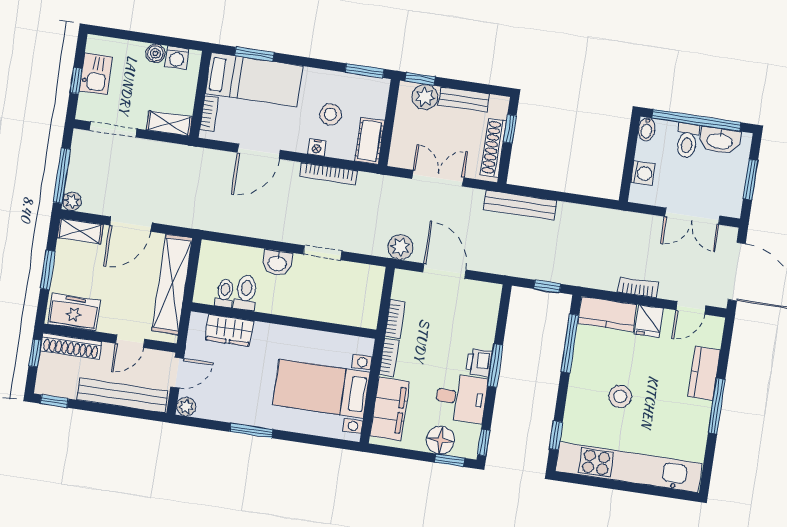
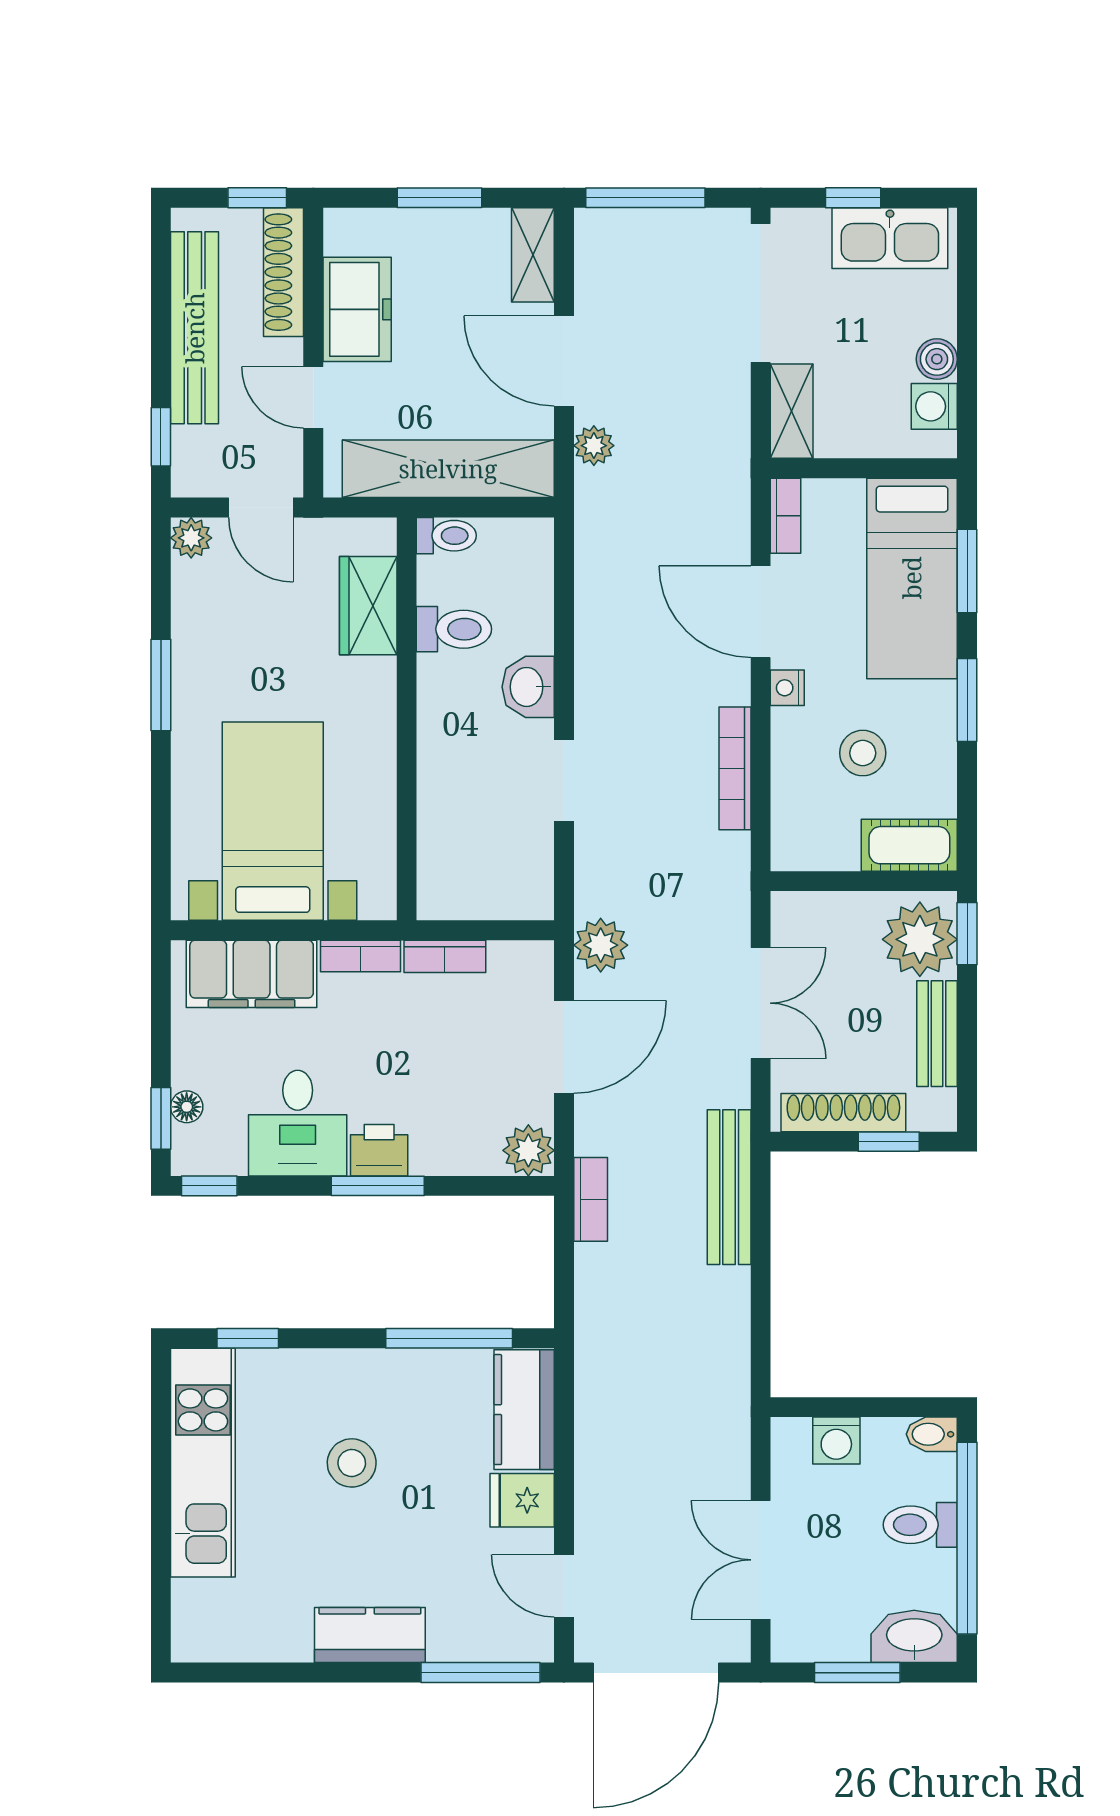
window: (365, 71) -> (967, 700), moved
kitchen sink: (96, 74) -> (890, 238), width x1.38
plant: (425, 97) -> (920, 939), width x1.36, depth x1.36
bookcase: (209, 114) -> (785, 516), moved, turned -90
doorway: (113, 130) -> (761, 293), width x1.36
cot: (370, 141) -> (909, 845), moved
washbasin: (720, 141) -> (914, 1636), moved, turned 90
nightstand: (317, 147) -> (787, 688), moved
plant: (72, 201) -> (594, 446), moved
window: (547, 286) -> (564, 1272), removed
bookcase: (638, 287) -> (591, 1199), moved
toilet: (225, 293) -> (446, 536), moved
plant: (489, 294) -> (528, 1150), added
freezer: (74, 312) -> (357, 309), moved
kitchen counter: (704, 373) -> (370, 1635), moved
bench: (122, 395) -> (195, 328), moved
window: (54, 401) -> (161, 437), moved
window: (717, 406) -> (481, 1673), moved
floor lamp: (440, 440) -> (187, 1107), width x0.53, depth x0.53
kitchen unit: (629, 467) -> (203, 1463), width x0.73

